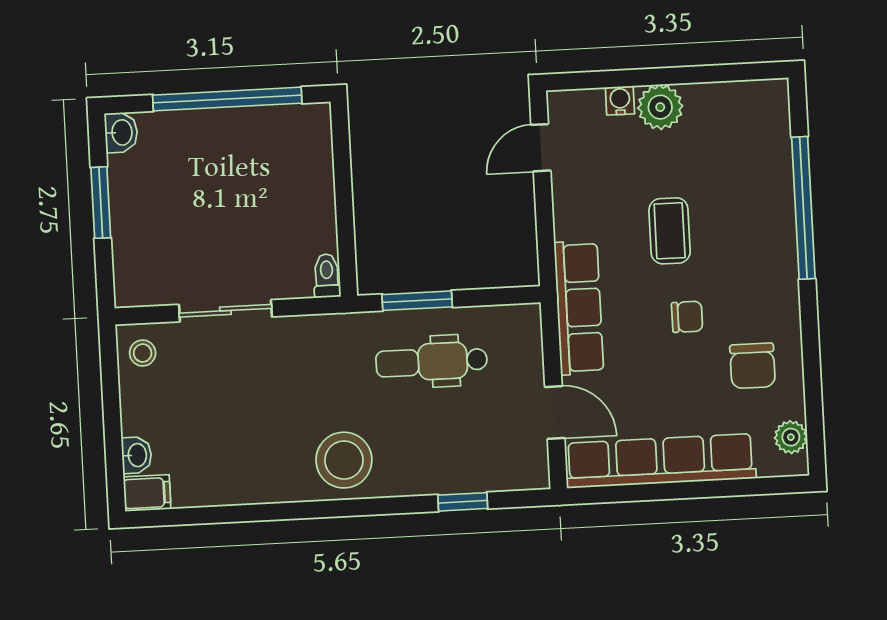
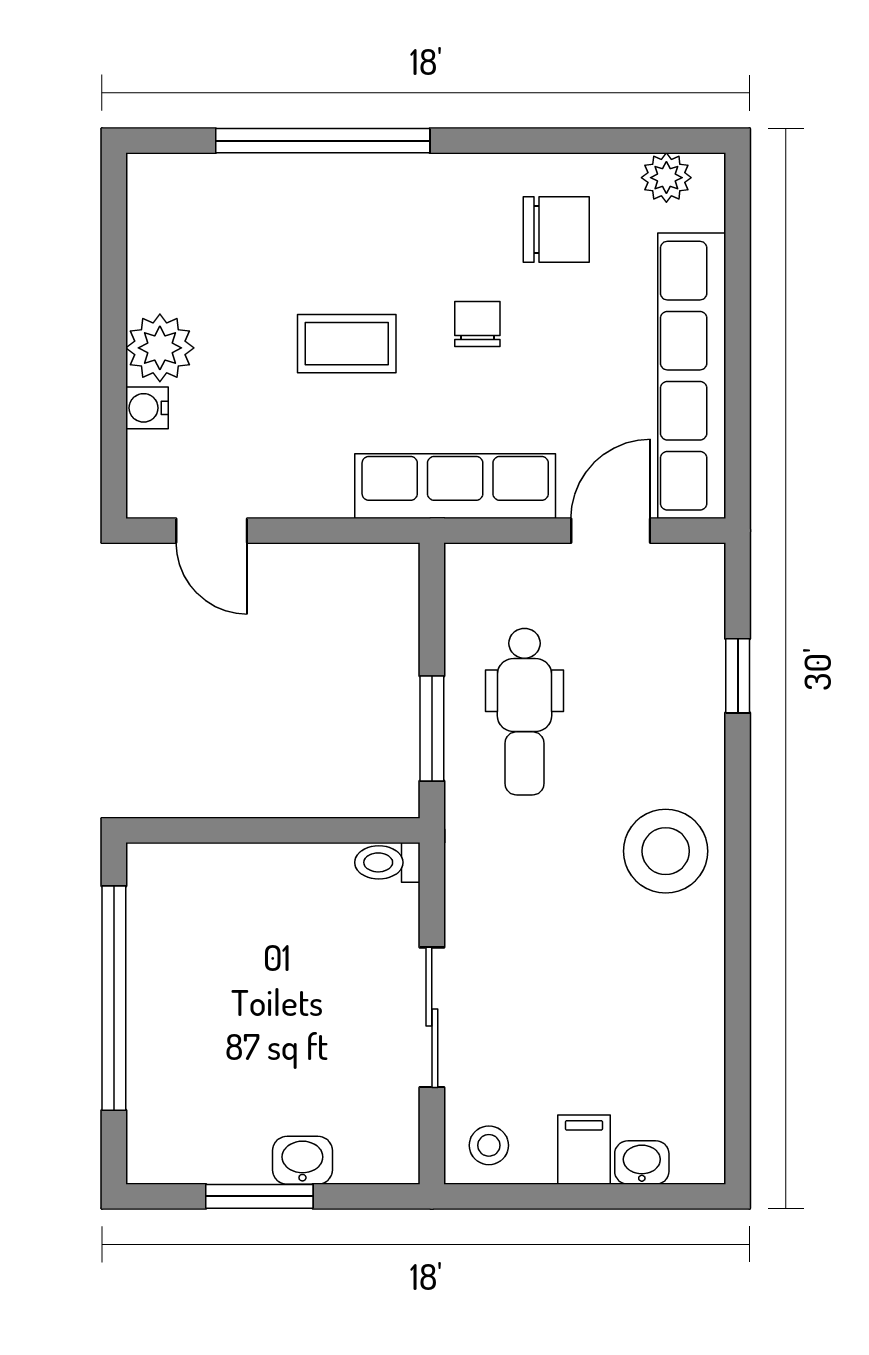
washbasin: (121, 132) -> (302, 1160), moved
filing cabinet: (147, 493) -> (584, 1150), moved

